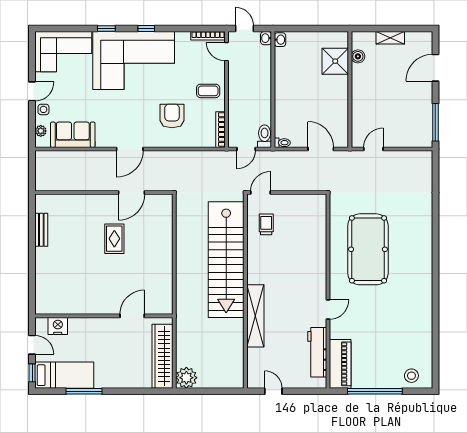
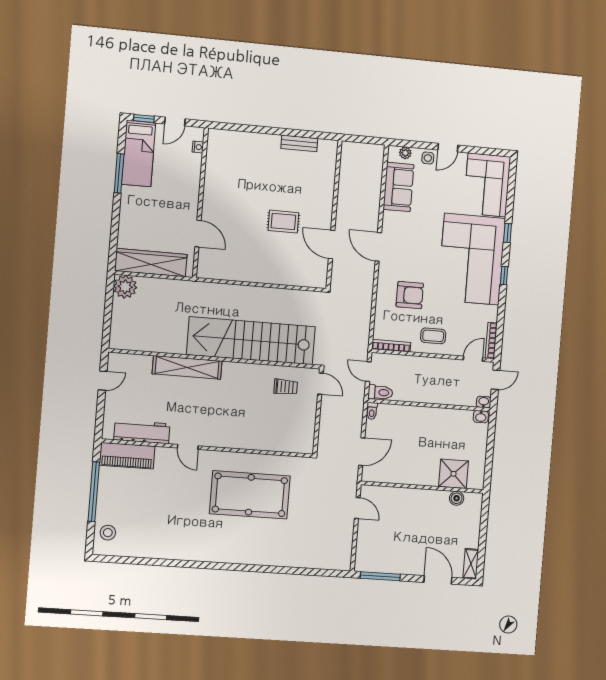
shelving: (390, 38) -> (471, 564), moved
door: (32, 91) -> (448, 148), hinge flipped
coffee table: (208, 91) -> (433, 336), turned 90
nightstand: (58, 326) -> (198, 147), width x0.53, depth x0.56

